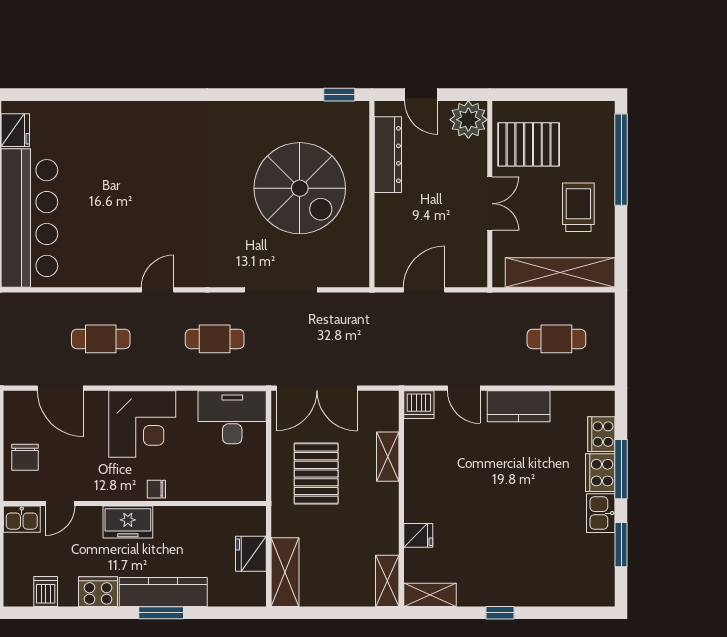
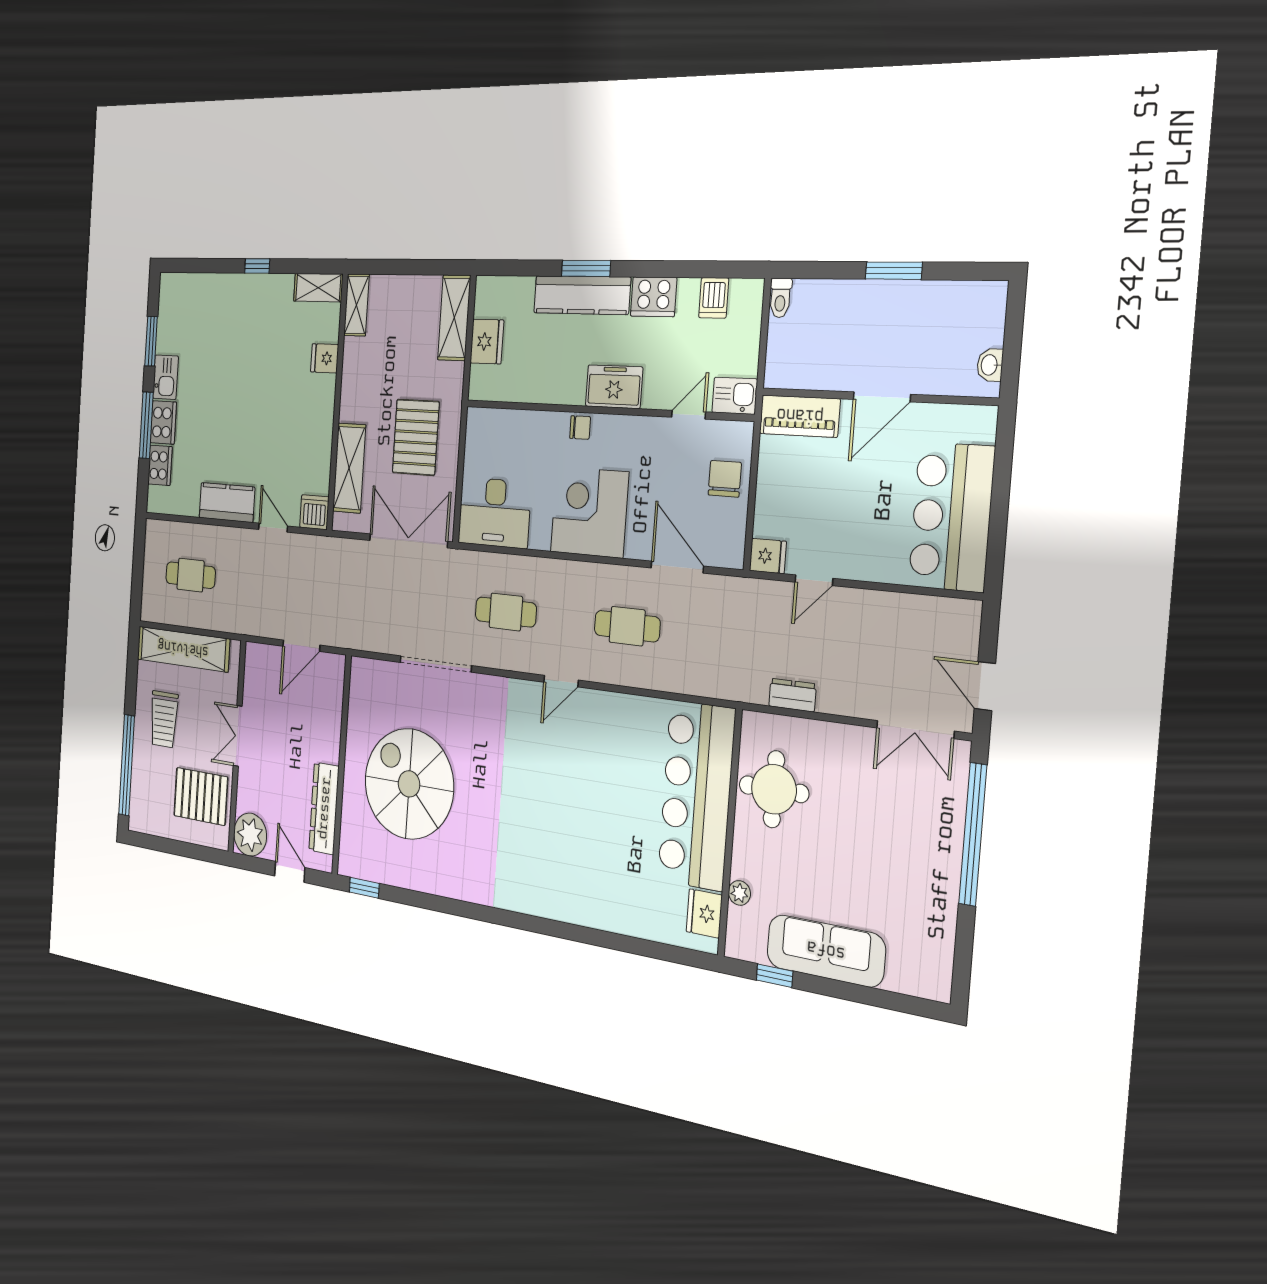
shelving: (388, 457) -> (349, 468), width x1.50, depth x1.33

